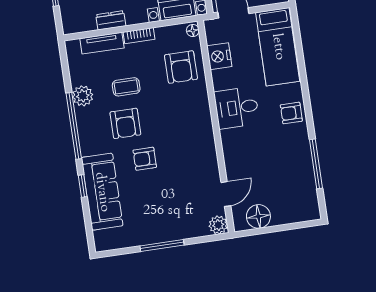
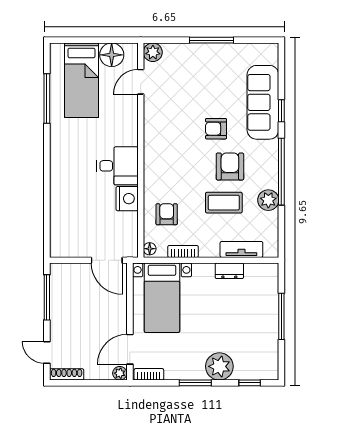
bookcase: (139, 36) -> (183, 251), moved
bed: (278, 47) -> (81, 80), moved, turned 180
nightstand: (219, 56) -> (127, 199), moved
armchair: (181, 67) -> (167, 214), width x0.72, depth x0.72
coffee table: (126, 87) -> (224, 203), width x1.36, depth x1.30
armchair: (291, 113) -> (64, 153), removed
armchair: (145, 159) -> (216, 129), turned 180

